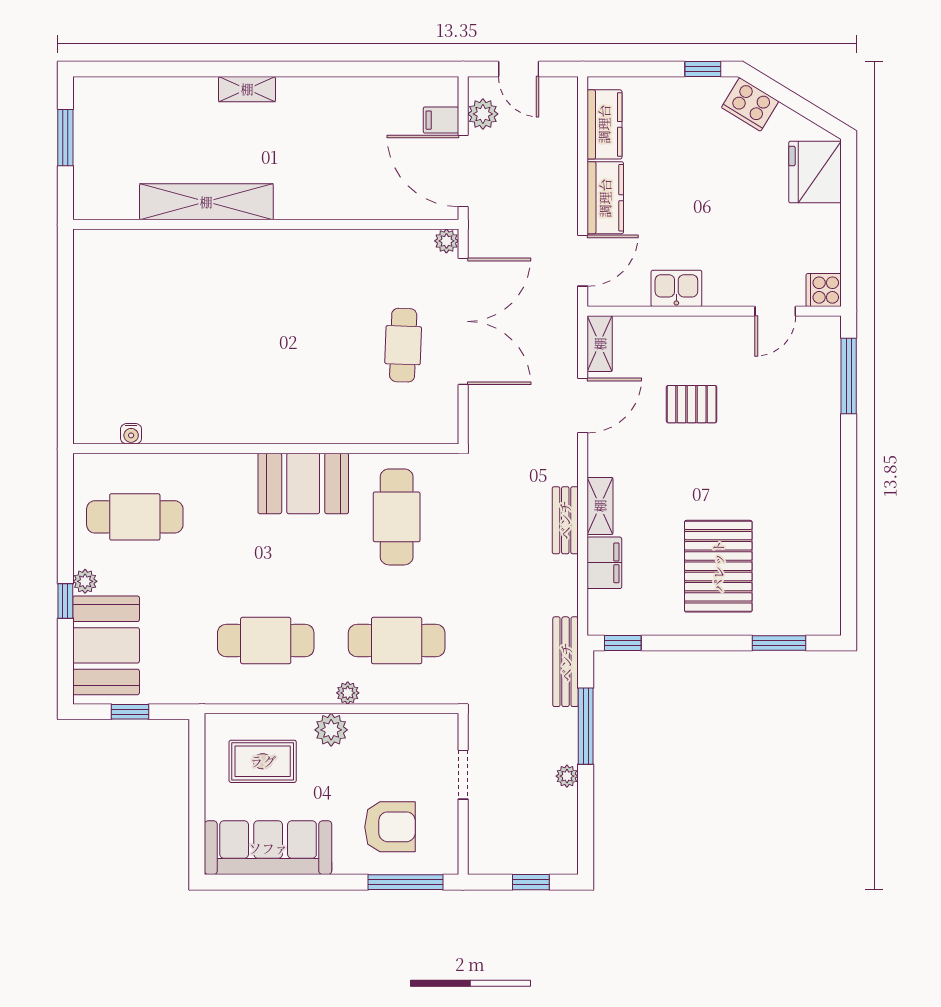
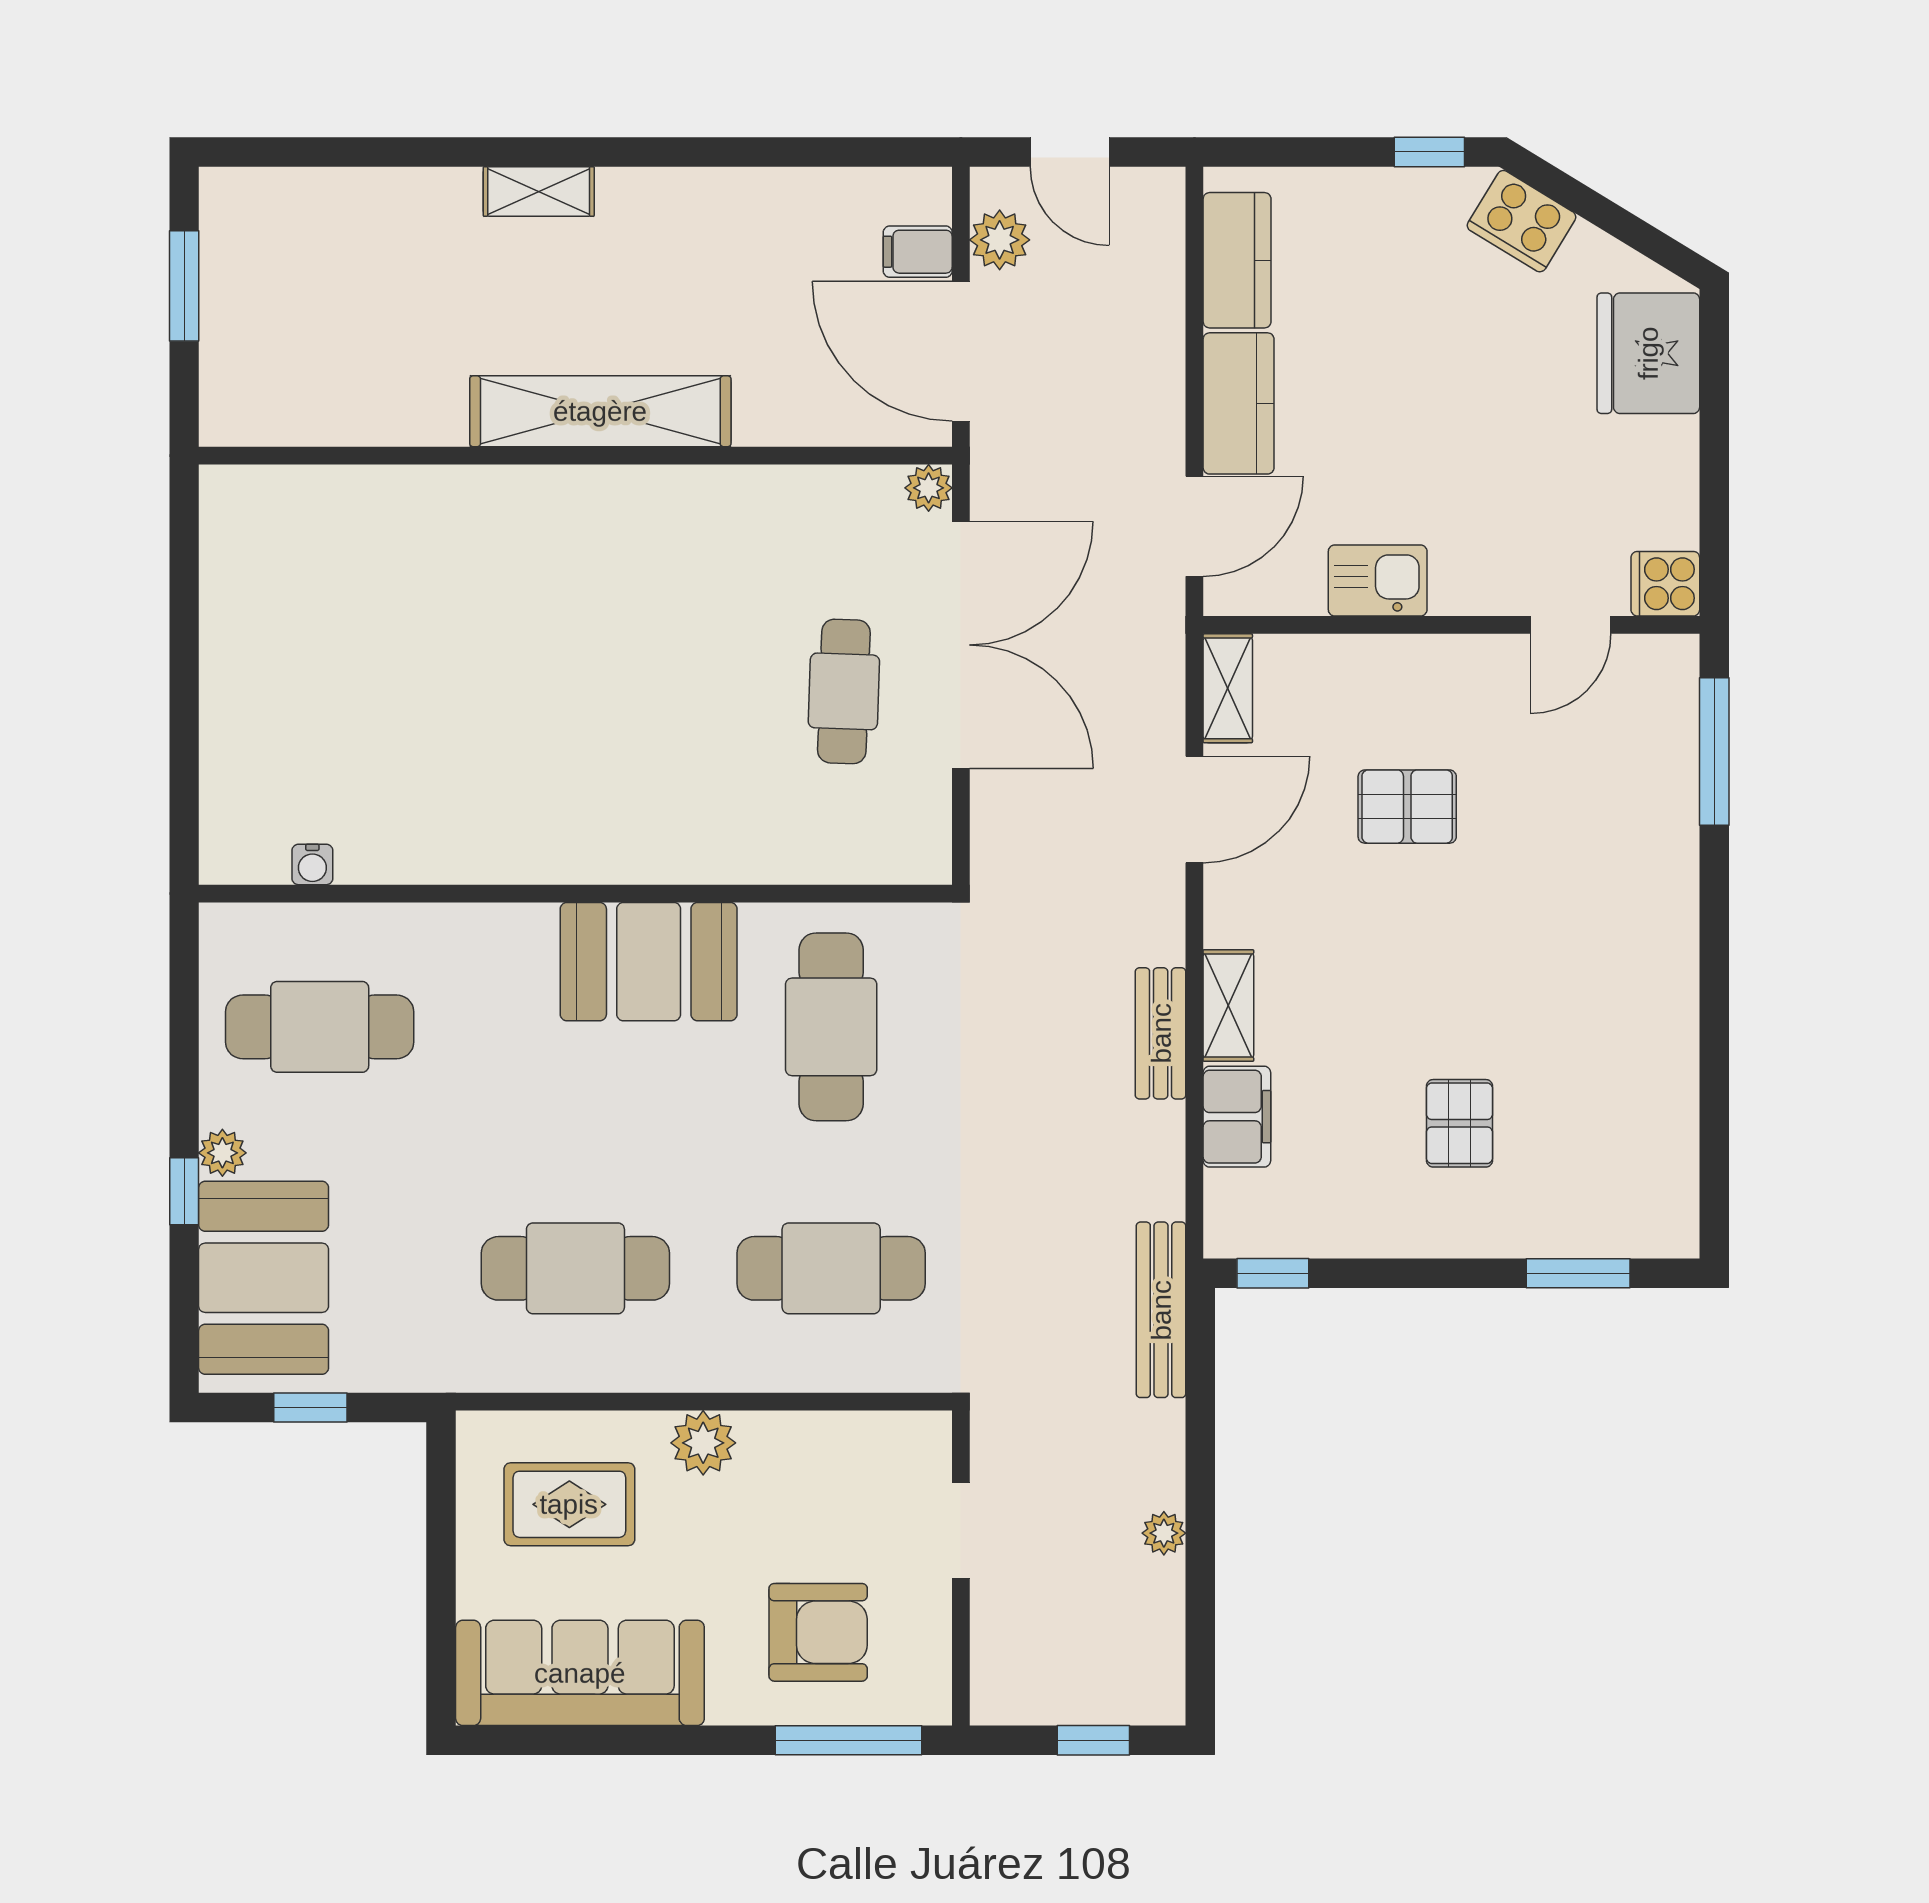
shelving: (206, 202) -> (600, 411), moved
pallet: (718, 566) -> (1459, 1123), width x0.49, depth x0.50
plant: (348, 693) -> (736, 1371), removed
window: (586, 726) -> (1200, 1436), removed

